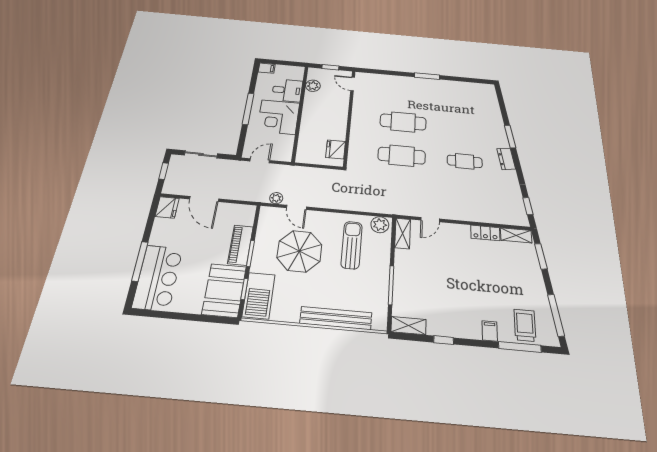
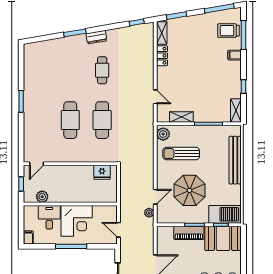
shelving: (403, 233) -> (181, 117), moved

